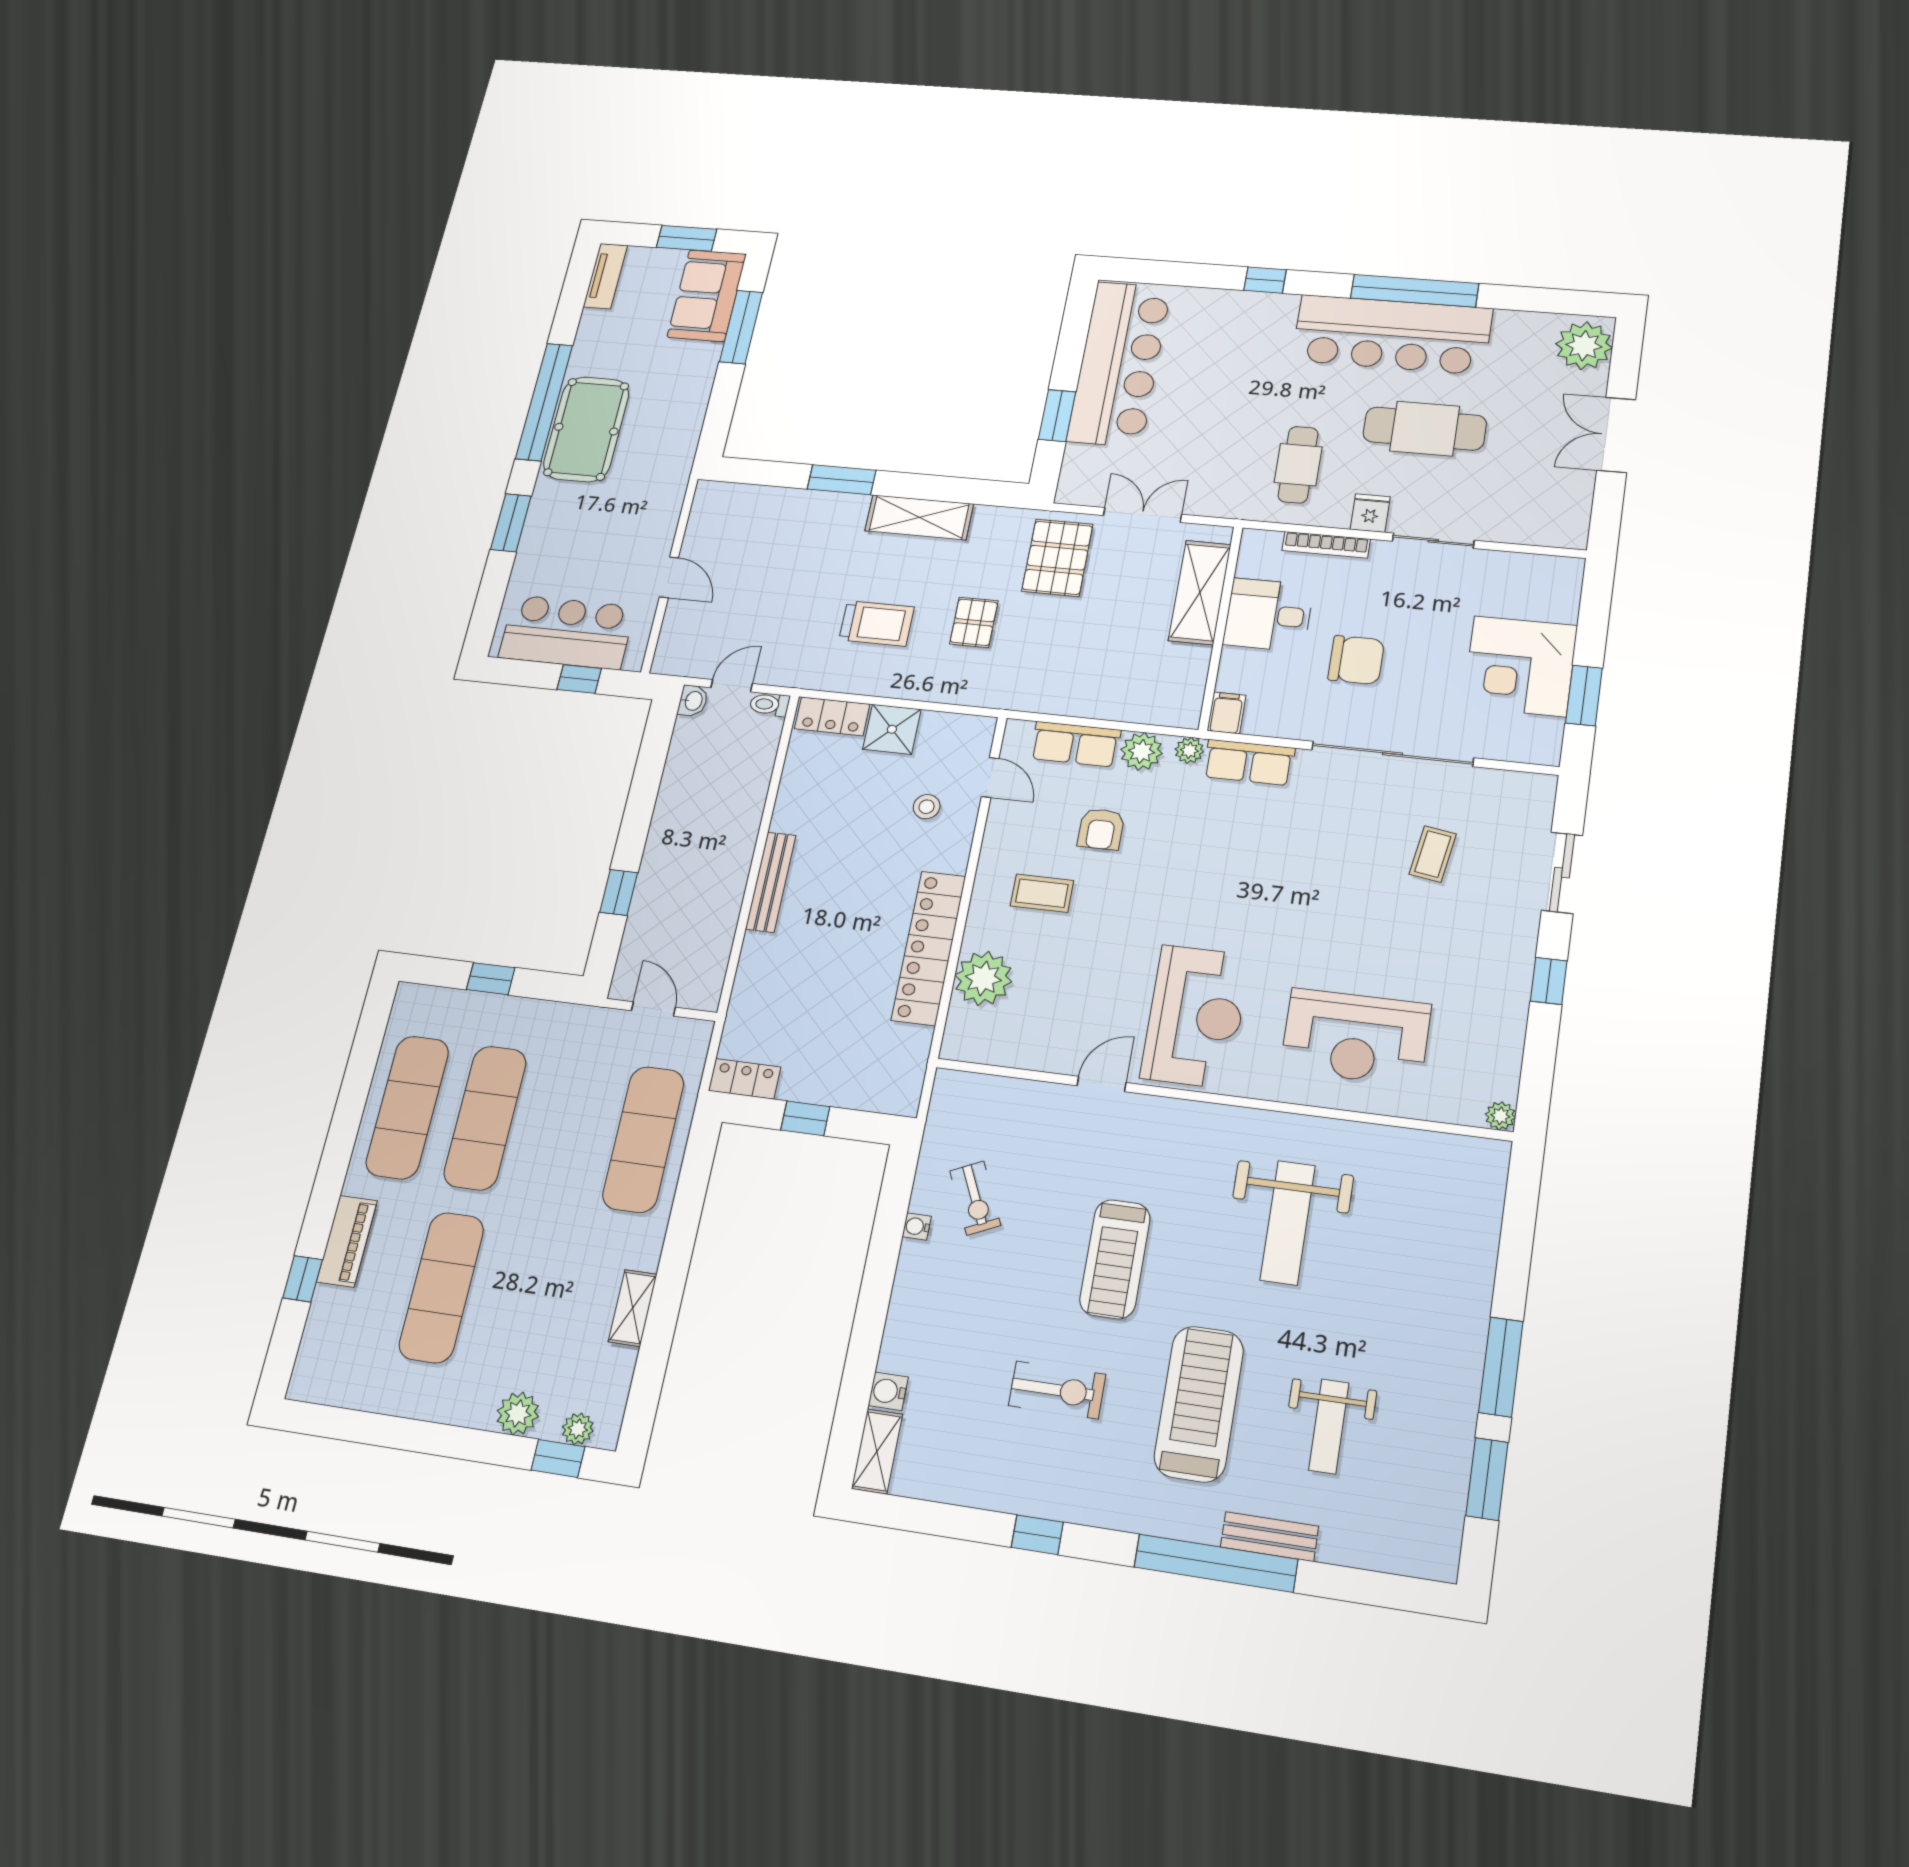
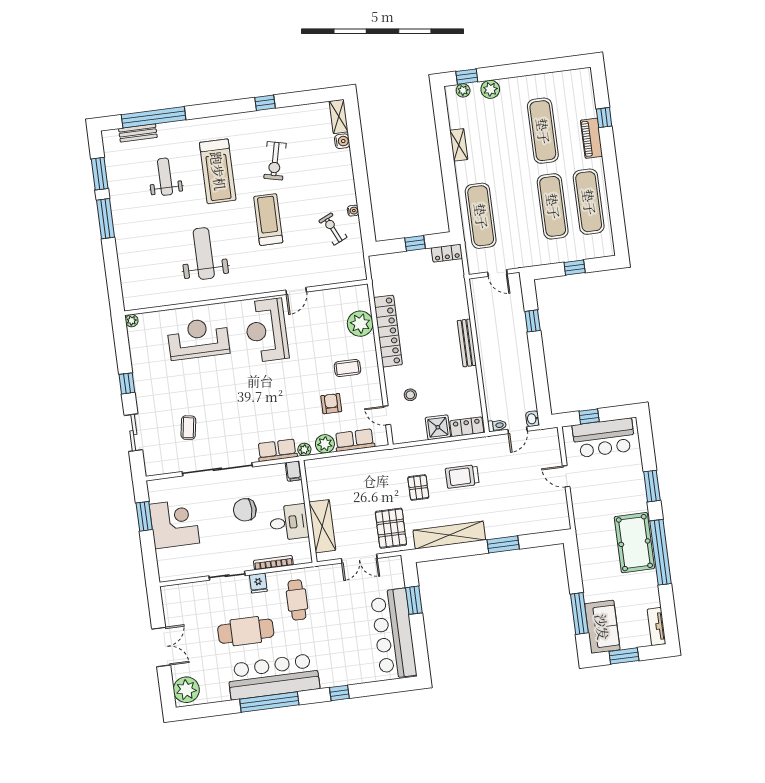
shelving: (919, 517) -> (449, 535), width x1.47
exercise bike: (1057, 1390) -> (275, 161), turned -77
bench: (1270, 1537) -> (138, 133), moved
window: (1216, 1563) -> (154, 117), moved

